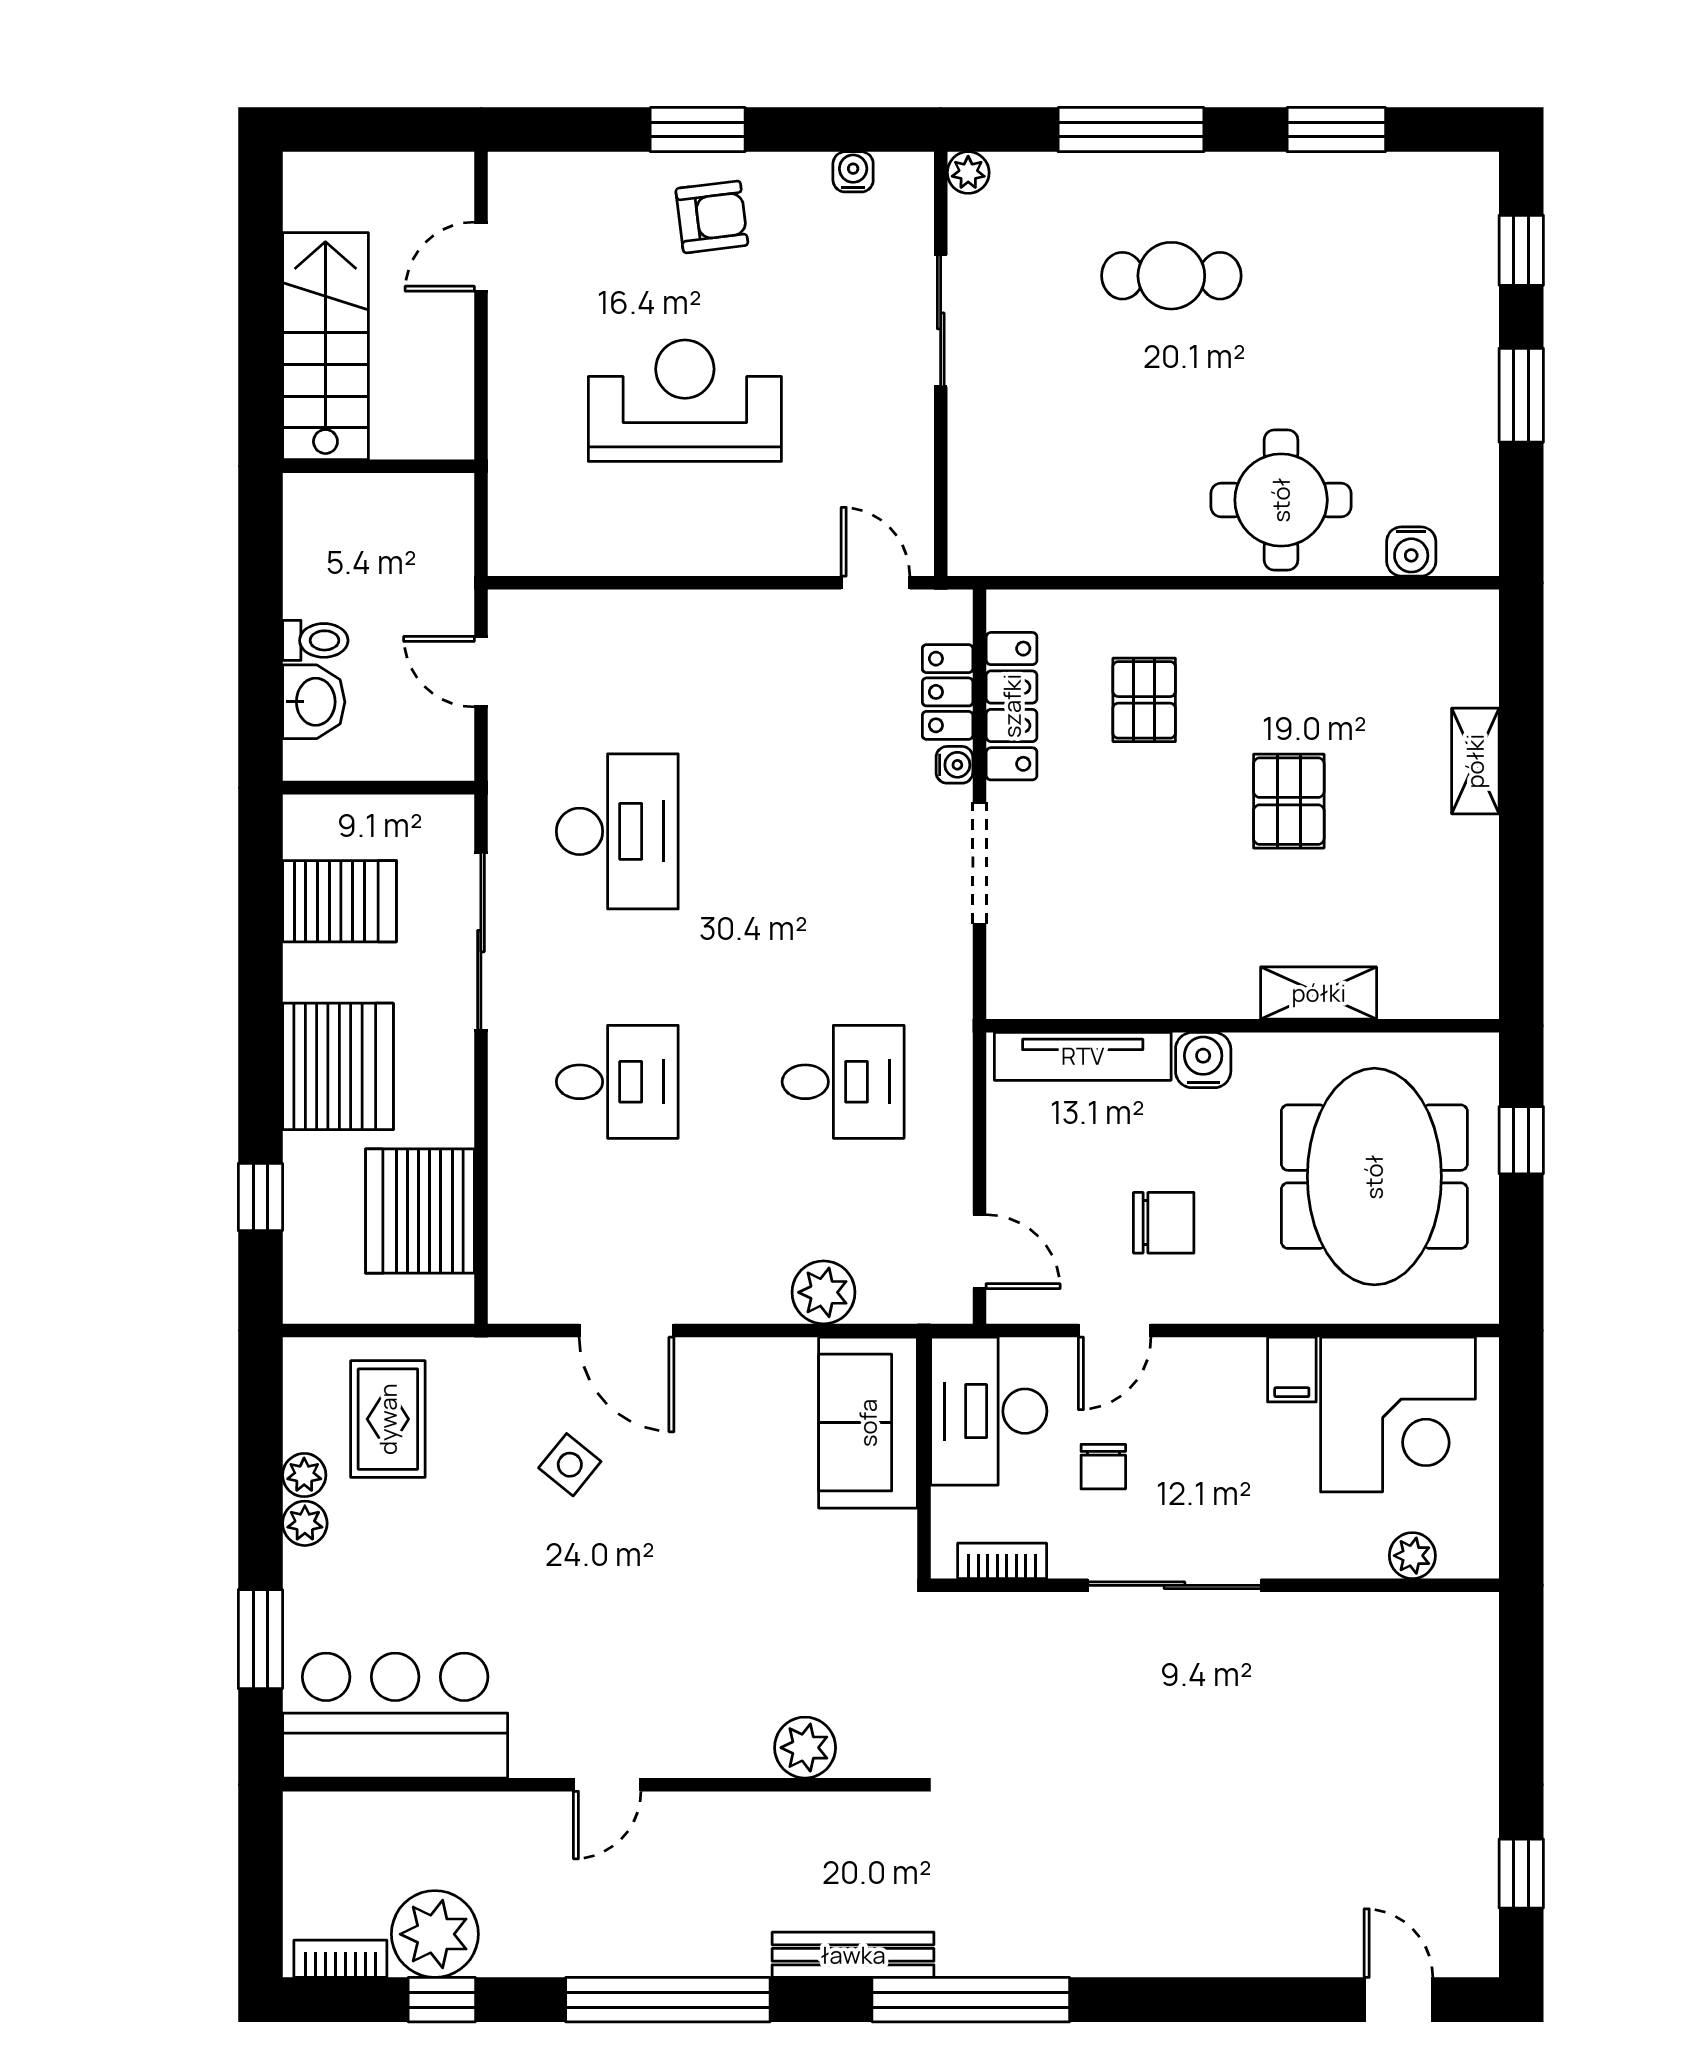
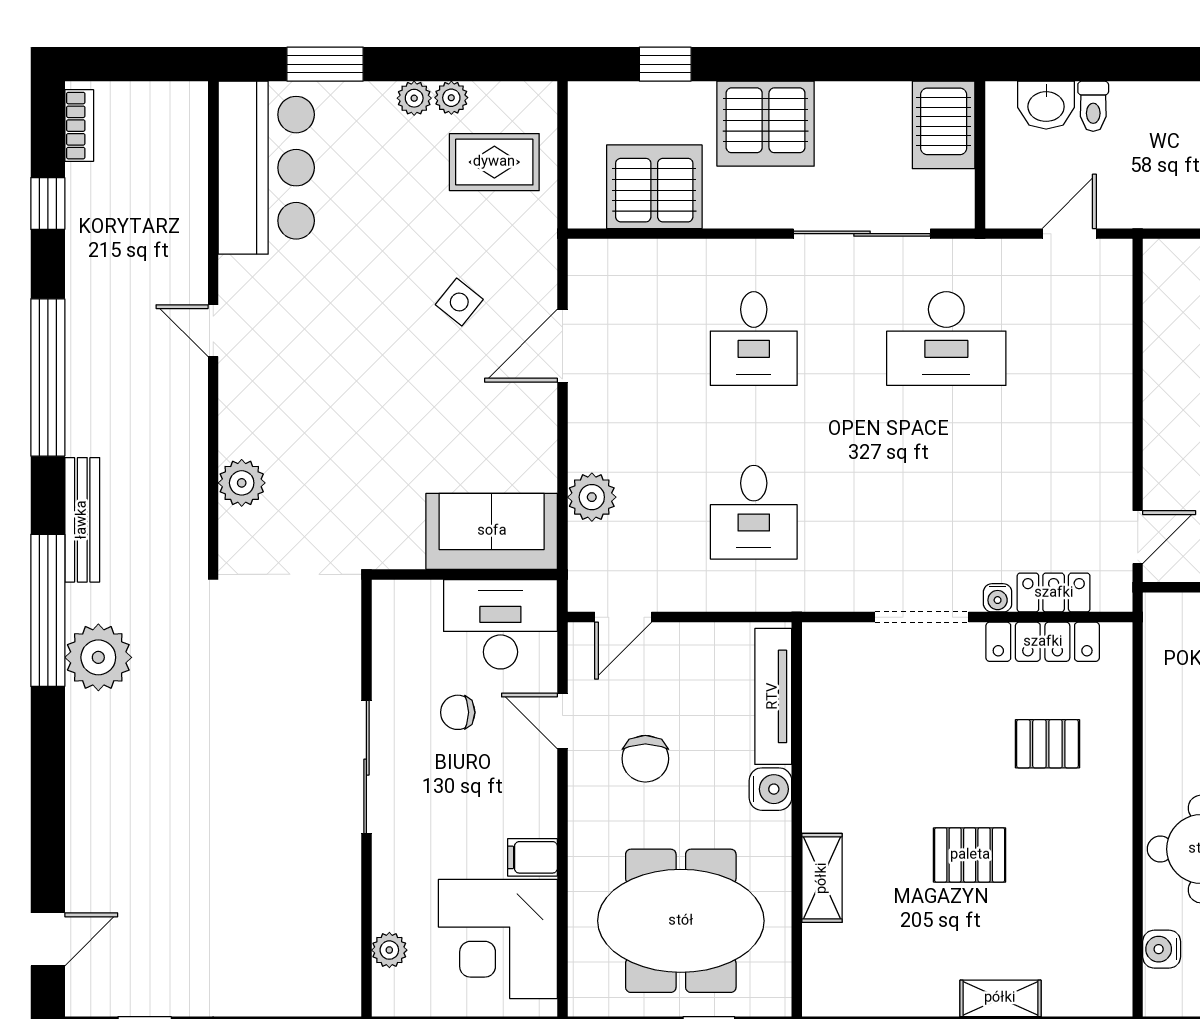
server rack: (340, 901) -> (944, 125), moved
bookcase: (1002, 1561) -> (385, 634), removed
plant: (435, 1934) -> (98, 657), moved

